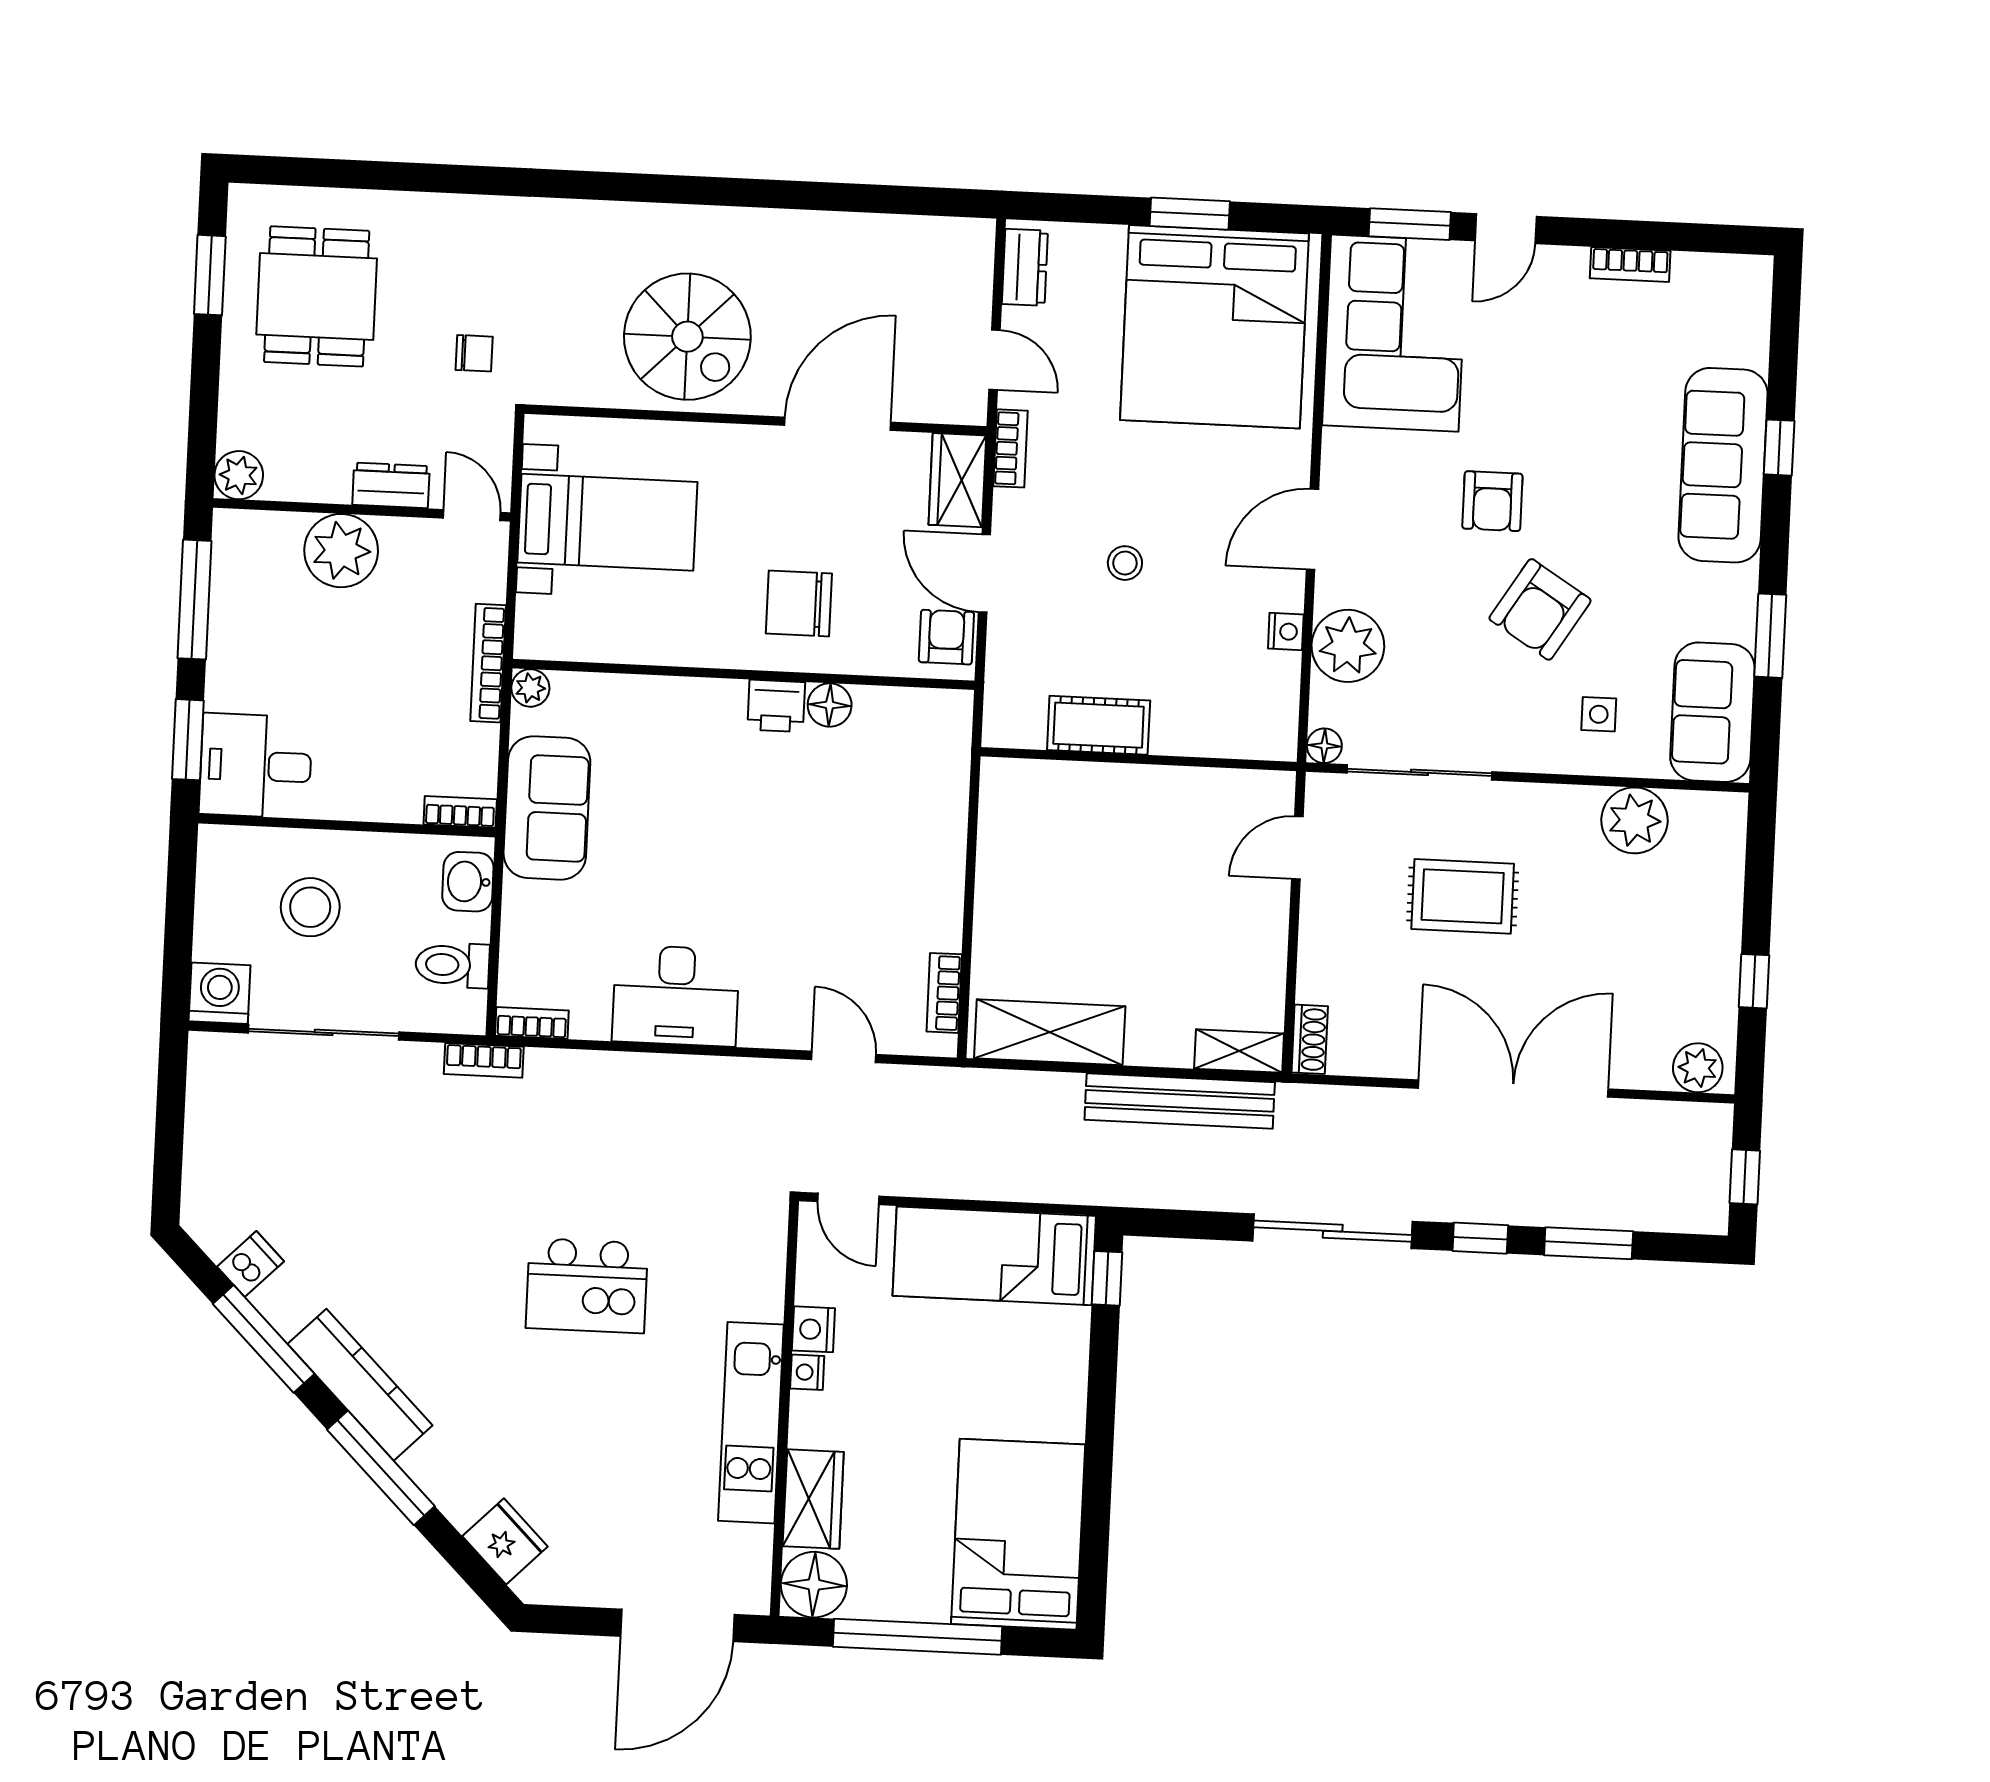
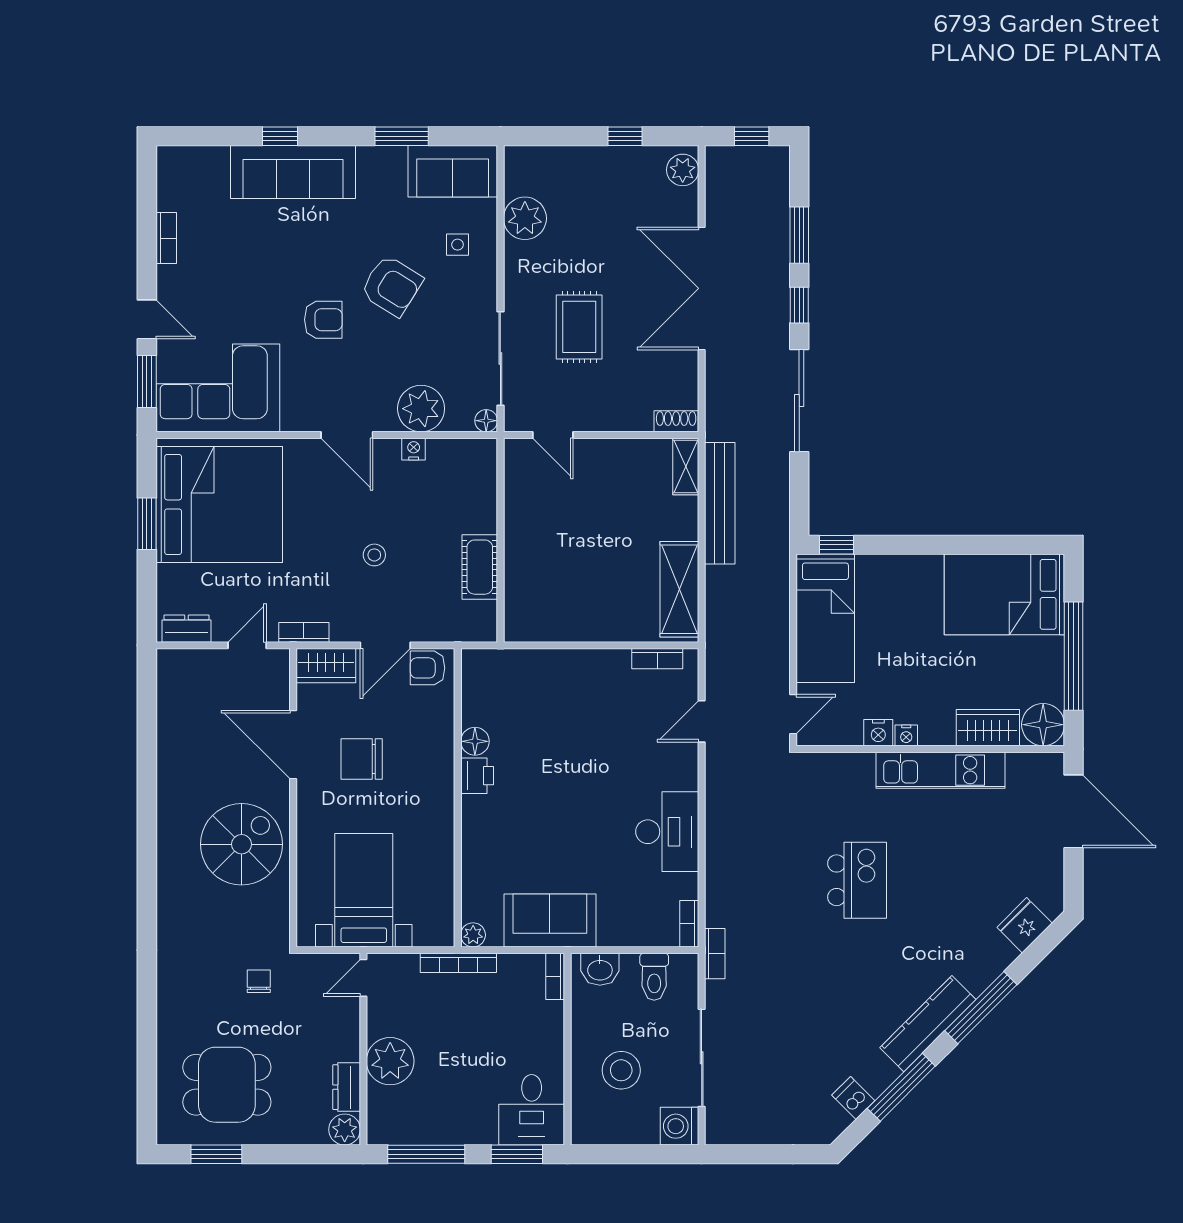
dresser: (391, 485) -> (347, 1087), moved
chair: (799, 603) -> (362, 759), moved, turned 90

